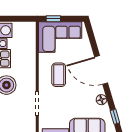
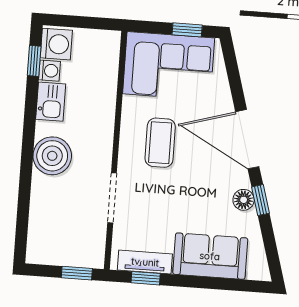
window: (53, 19) -> (187, 30), moved
window: (115, 117) -> (260, 200), moved

